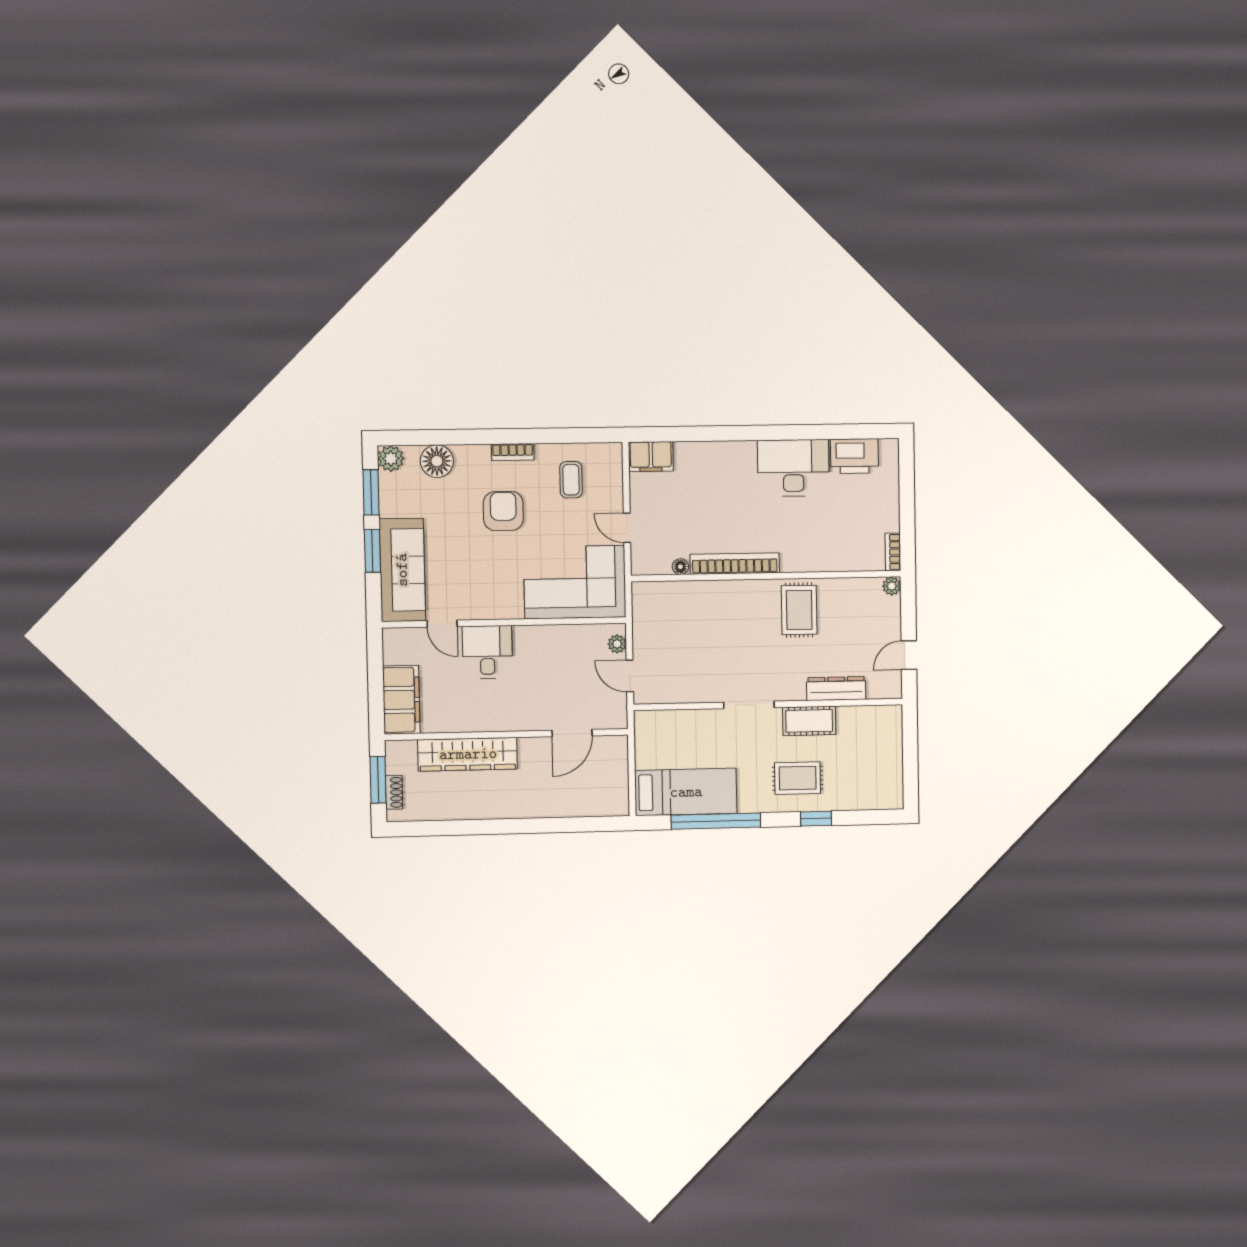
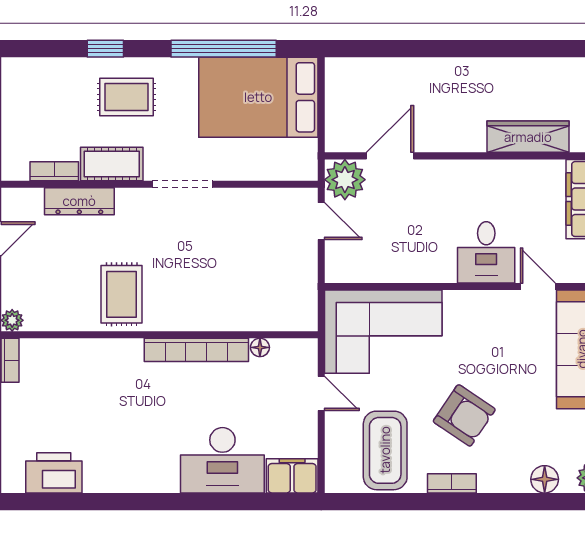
floor lamp: (437, 461) -> (545, 479), width x0.73, depth x0.73
desk: (793, 468) -> (222, 460), moved
coffee table: (571, 480) -> (385, 450), width x1.86, depth x1.72
armchair: (503, 511) -> (464, 415), turned -56
plant: (617, 644) -> (345, 180), moved, width x1.88, depth x1.88
bookcase: (858, 714) -> (54, 171), added
wardrobe: (468, 754) -> (528, 137), width x0.71, depth x0.85
bed: (686, 792) -> (258, 97), width x1.50

